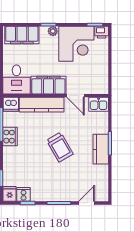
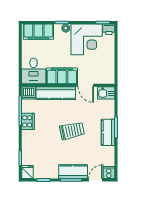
trolley: (60, 147) -> (72, 131), turned -72
kitchen counter: (61, 193) -> (73, 172), added
cooker: (24, 194) -> (109, 173), moved

